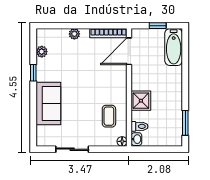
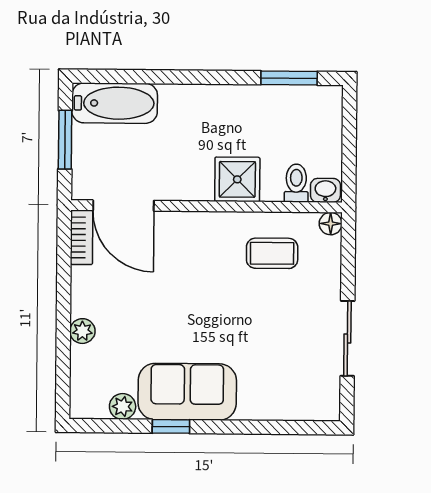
window: (158, 26) -> (65, 140), width x1.50
bookcase: (108, 33) -> (82, 237), width x0.64
sofa: (48, 104) -> (187, 392), moved

